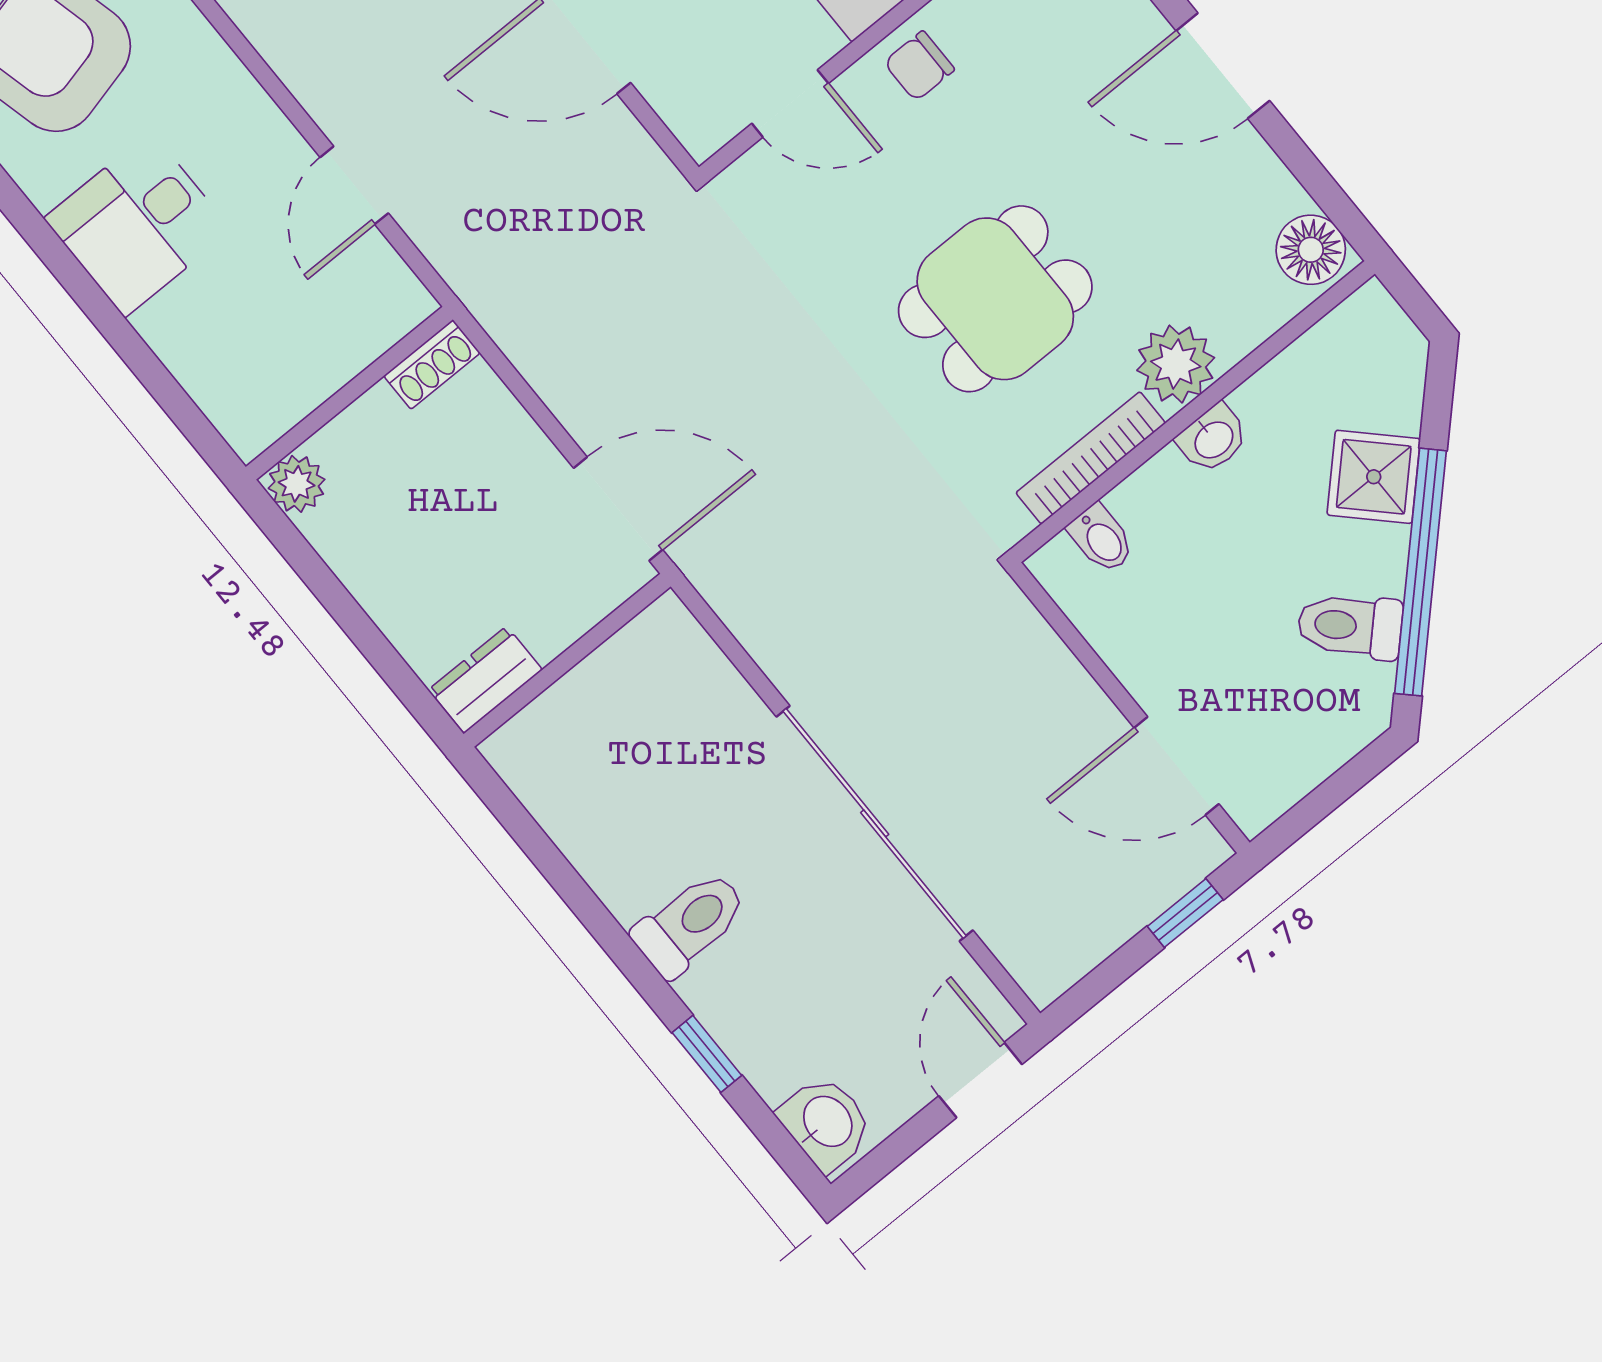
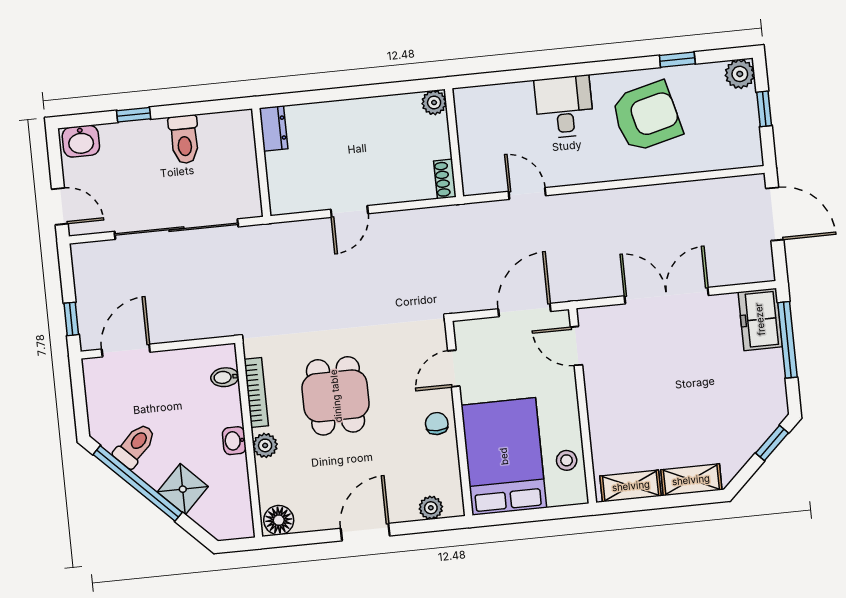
plant: (1176, 364) -> (265, 445), width x0.73, depth x0.73
door: (618, 509) -> (349, 212), width x0.73
wall: (567, 660) -> (261, 162), moved
dresser: (485, 680) -> (274, 129), moved

